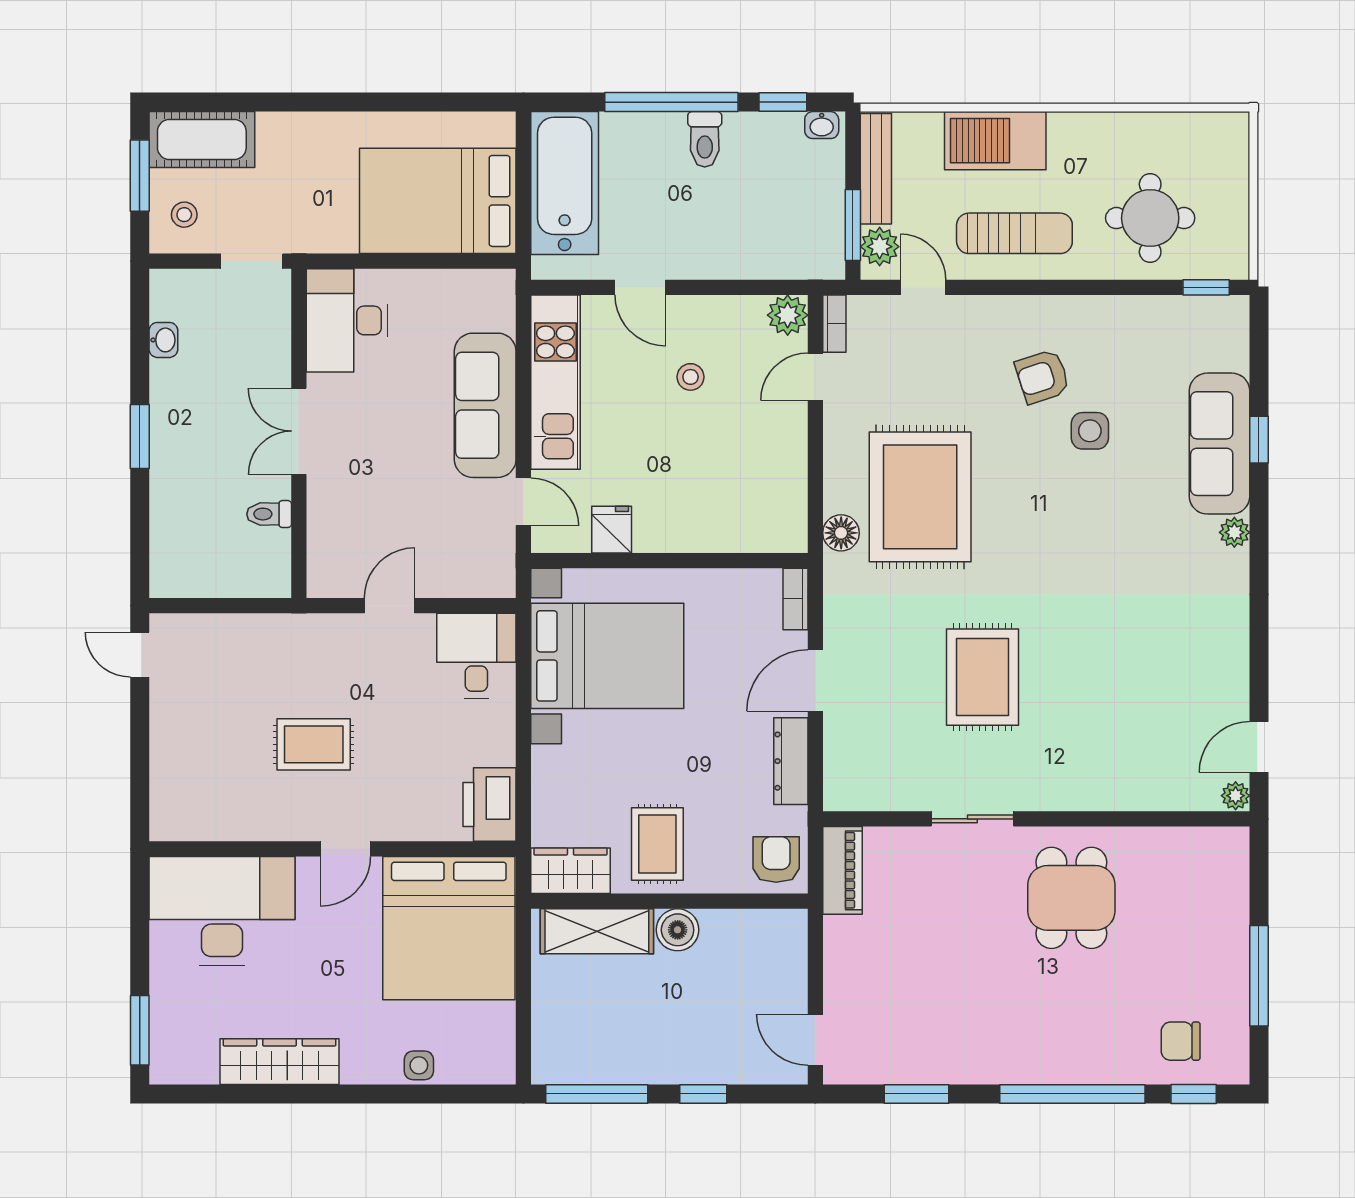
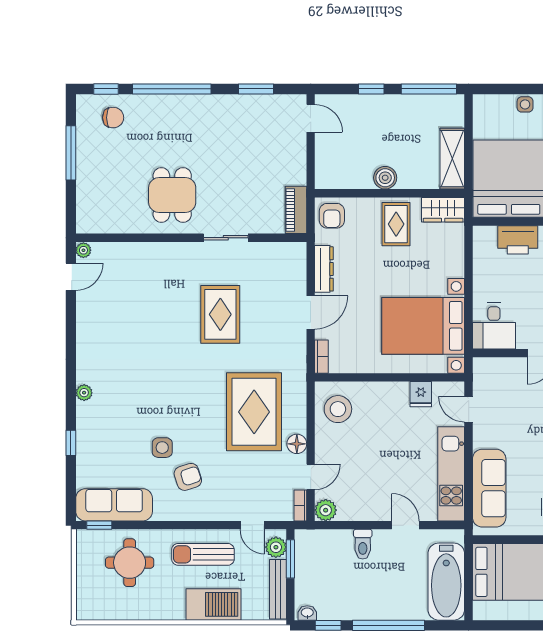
toilet: (705, 139) -> (363, 544), moved, turned 180
stool: (691, 377) -> (338, 409), moved, width x1.89, depth x1.89
sofa: (485, 405) -> (489, 488), moved
sofa: (1220, 444) -> (114, 505), moved, turned -90
floor lamp: (841, 533) -> (297, 444), moved
printer: (489, 805) -> (518, 240), moved, turned 90
shelving: (597, 931) -> (452, 159), moved, turned 90

